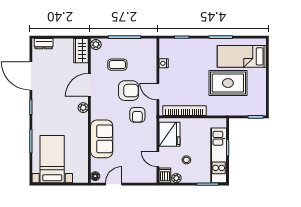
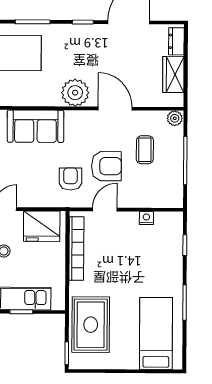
wardrobe: (81, 51) -> (173, 75), moved, turned -90
rug: (228, 83) -> (91, 325), moved
armchair: (129, 91) -> (106, 166), turned -90
plant: (83, 108) -> (75, 93), width x1.87, depth x1.87
armchair: (137, 115) -> (70, 179), turned 90

